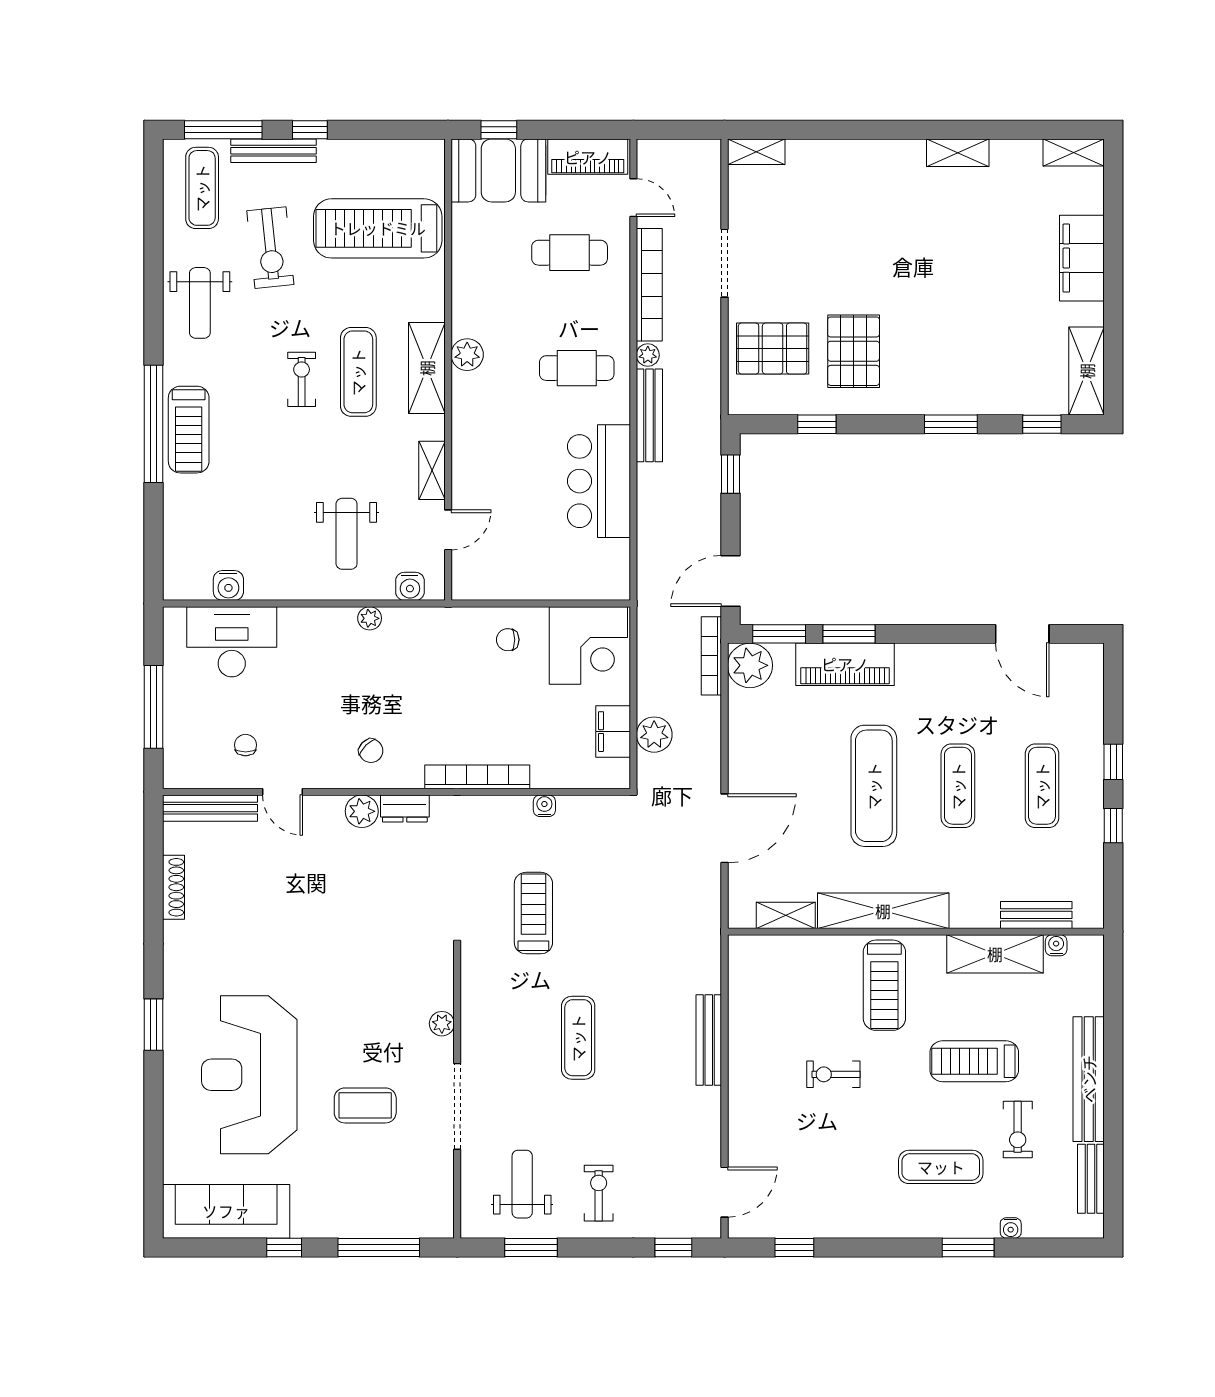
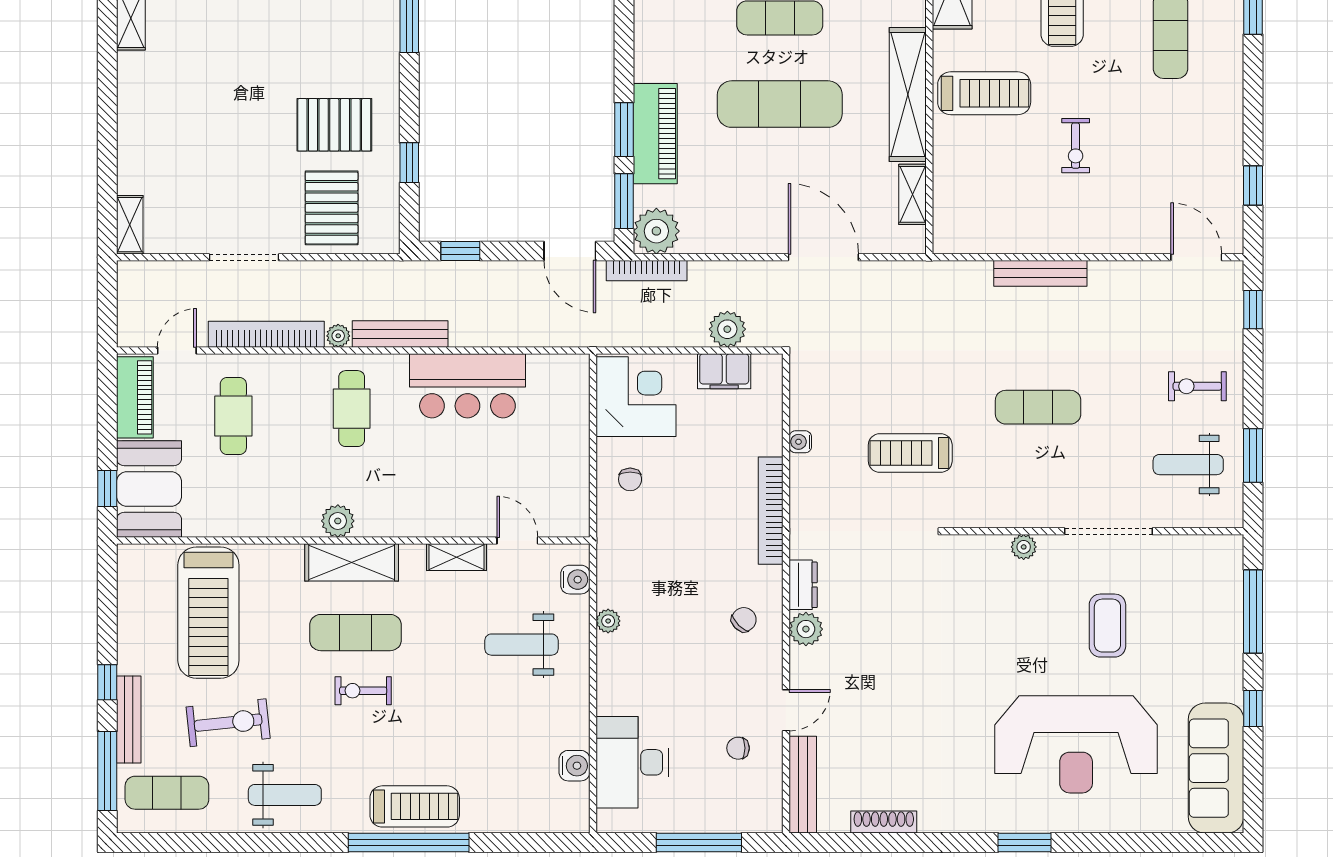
weight bench: (347, 534) -> (521, 645), turned 180

